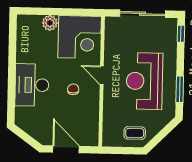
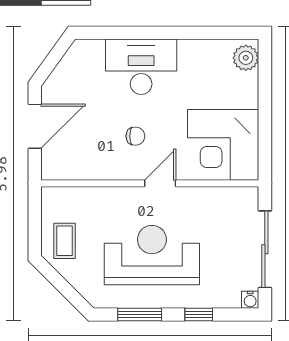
plant: (50, 23) -> (246, 58), moved
water cooler: (172, 23) -> (250, 300), added
window: (181, 34) -> (199, 314), moved

